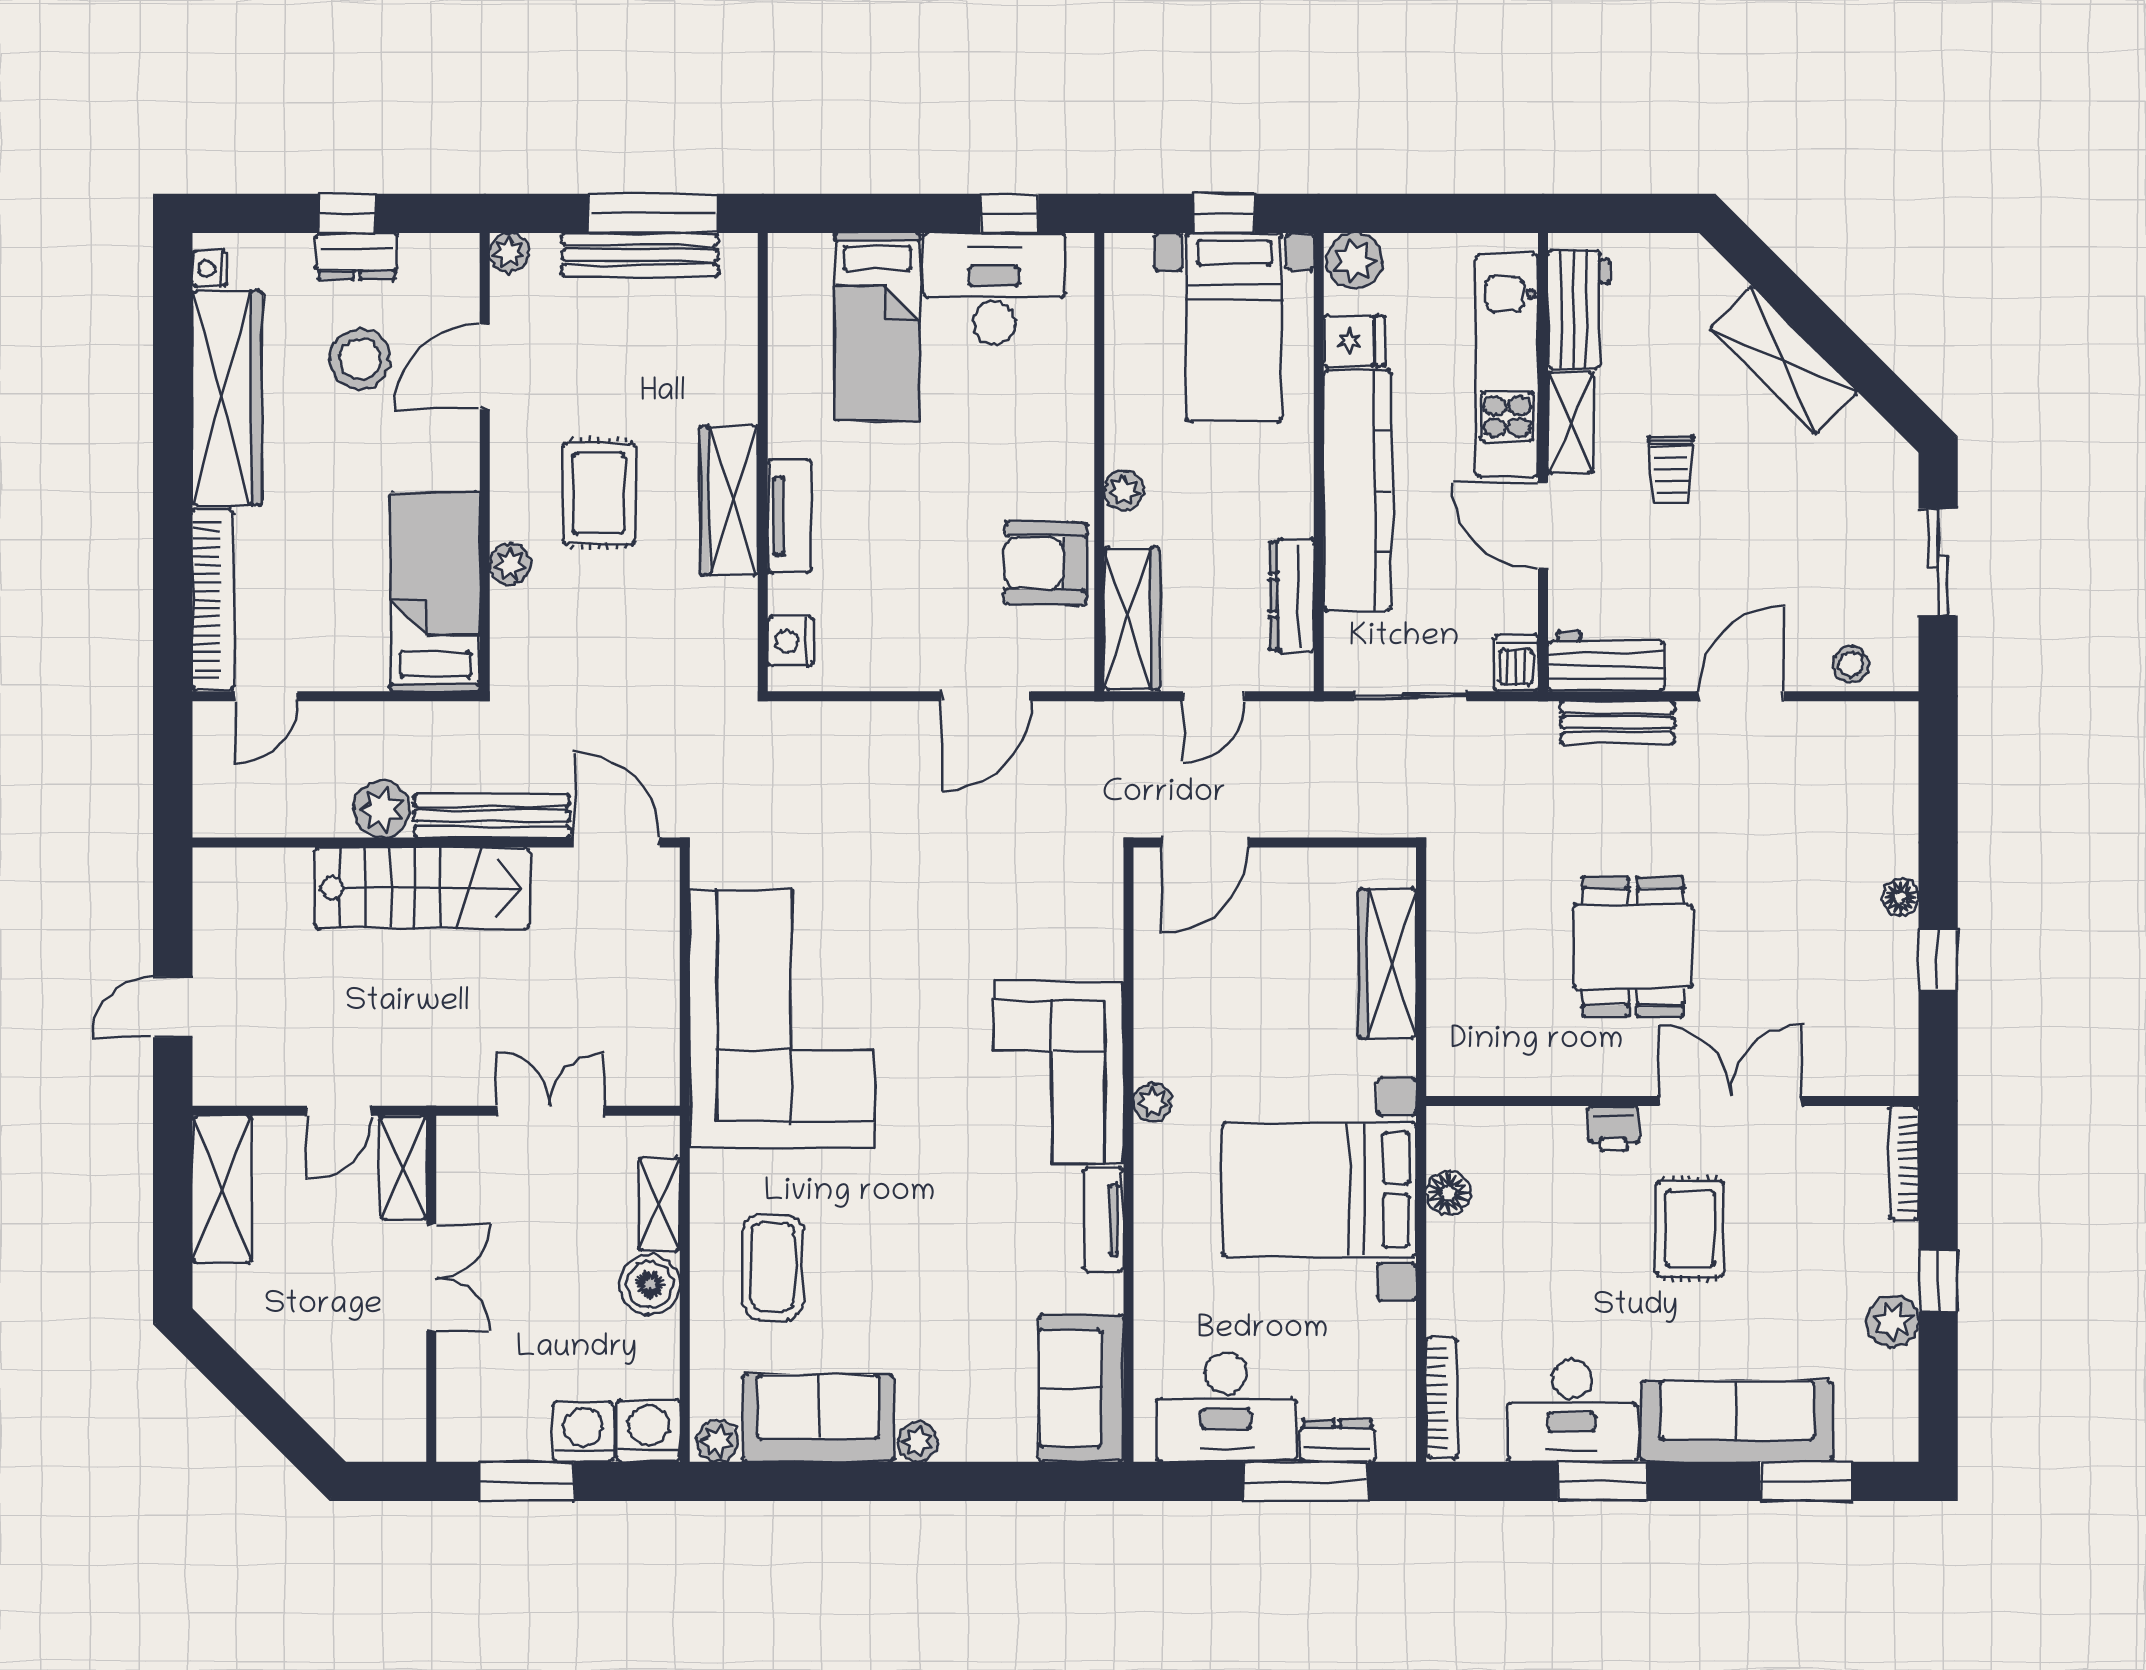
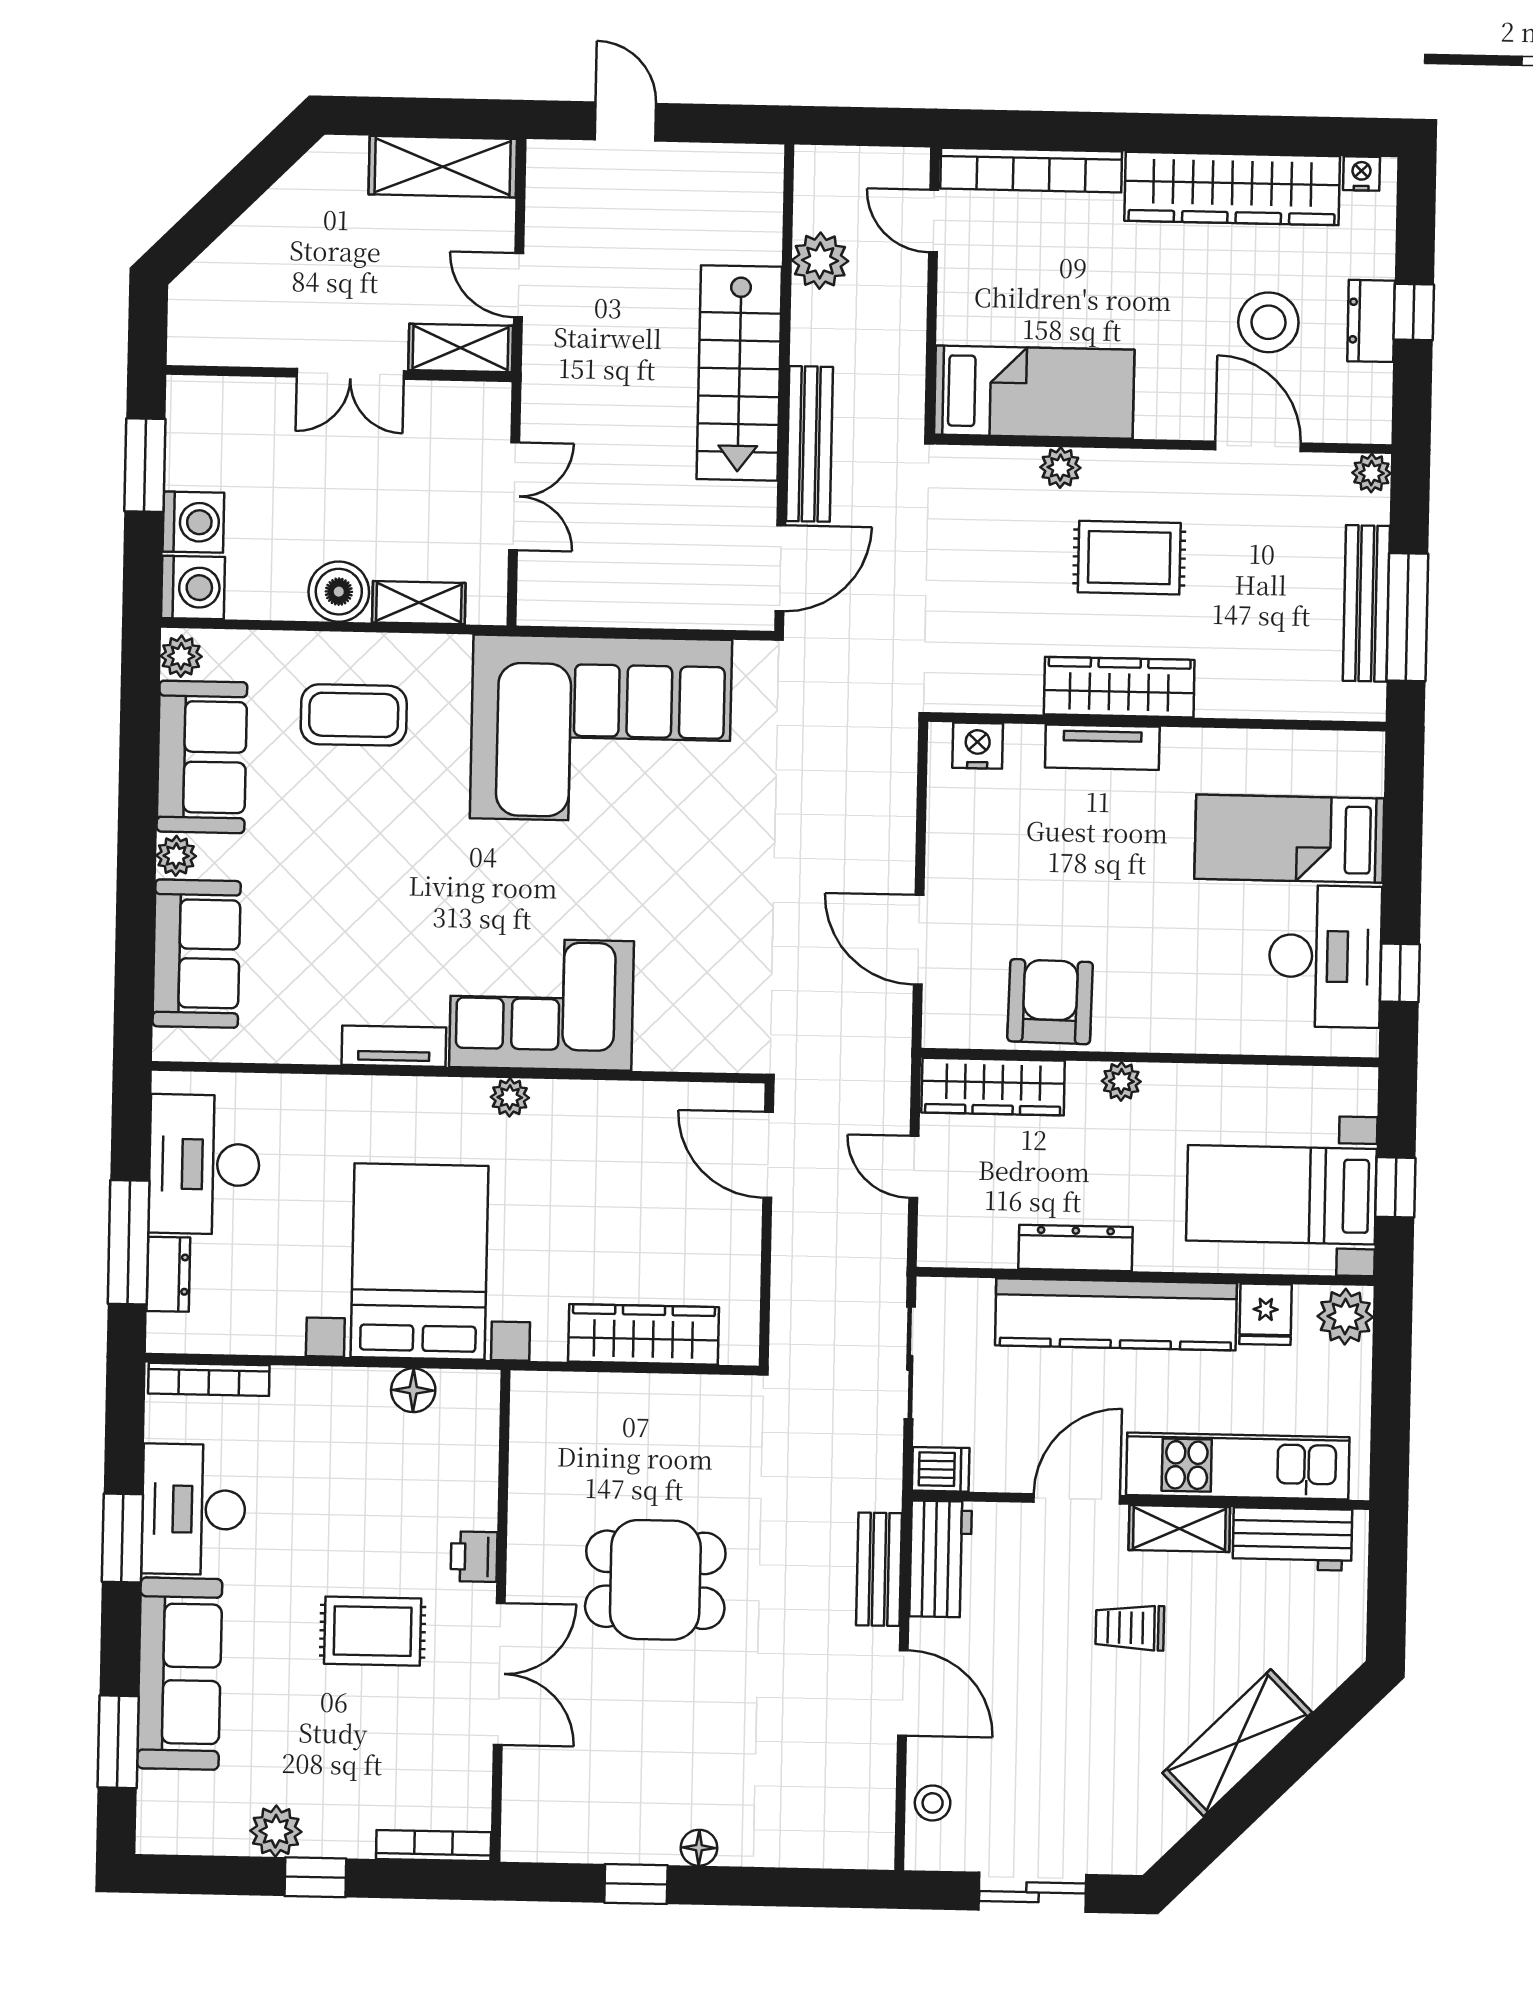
dresser: (1292, 595) -> (1076, 1248), moved
plant: (382, 809) -> (820, 261), moved
sofa: (1081, 1388) -> (197, 954), moved, turned 90

